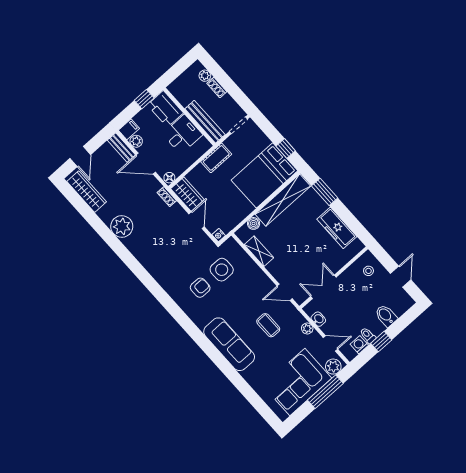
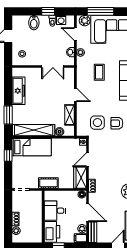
bench: (205, 122) -> (37, 207), removed
bed: (265, 175) -> (32, 147), width x0.67
door: (285, 292) -> (75, 95), moved

